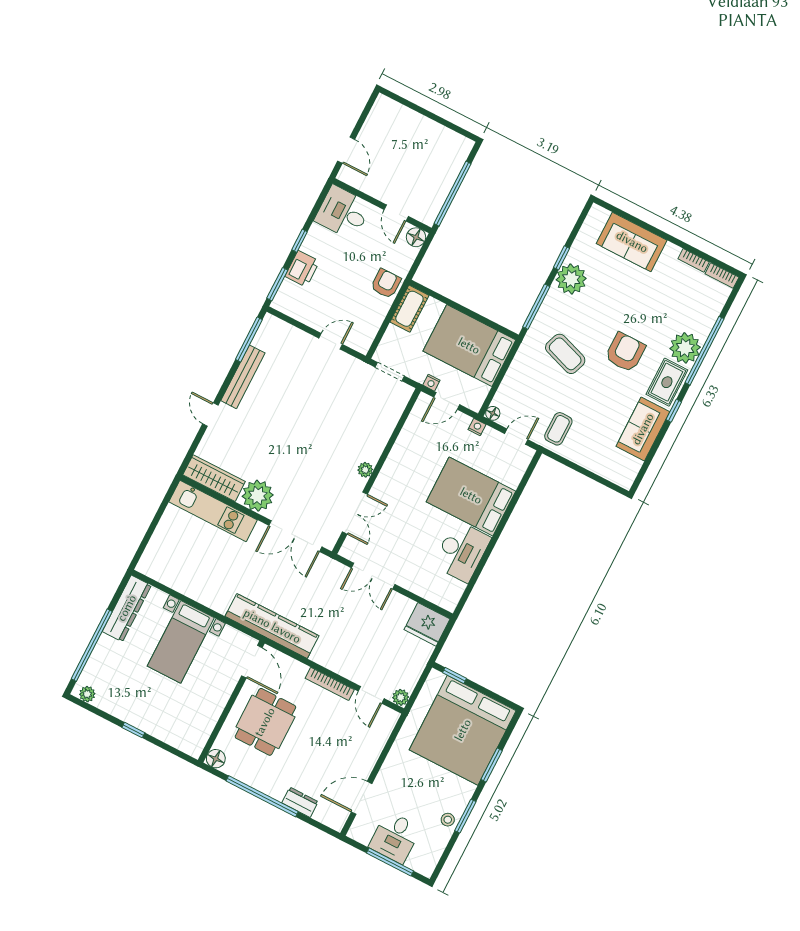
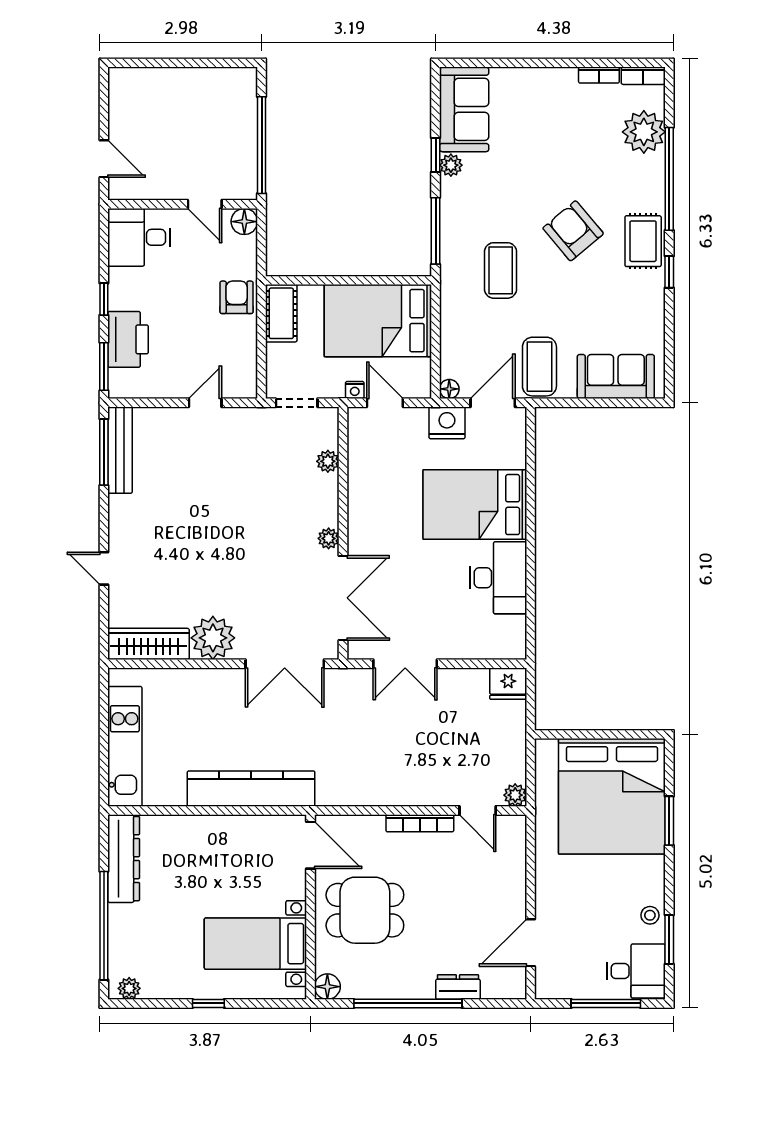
sofa: (632, 242) -> (464, 109), moved, turned -90
printer: (302, 269) -> (128, 339), width x1.37, depth x1.19
plant: (571, 279) -> (451, 165), width x0.53, depth x0.53
plant: (685, 348) -> (644, 132), moved
armchair: (625, 352) -> (573, 231), turned -40
coffee table: (565, 354) -> (501, 270), turned 71
bench: (243, 377) -> (120, 450), moved
door: (447, 401) -> (385, 403), swing flipped
plant: (390, 420) -> (328, 461), added
nightstand: (477, 427) -> (447, 423), width x1.89, depth x1.79
coffee table: (558, 429) -> (539, 367), width x1.36, depth x1.30
sofa: (643, 429) -> (616, 376), moved, turned 90
door: (516, 437) -> (493, 403), width x1.38
kitchen unit: (213, 511) -> (125, 746), moved, turned -90
double door: (355, 513) -> (343, 598), width x1.37
fridge: (427, 624) -> (508, 684), width x0.73, depth x0.75
kitchen counter: (272, 626) -> (251, 789), moved
bed with nightstands: (181, 642) -> (255, 944), moved, turned 90
window: (455, 676) -> (567, 734), removed
dining table: (265, 722) -> (365, 910), turned 90
window: (465, 816) -> (669, 940), moved
desk: (395, 837) -> (636, 971), moved, turned -90

